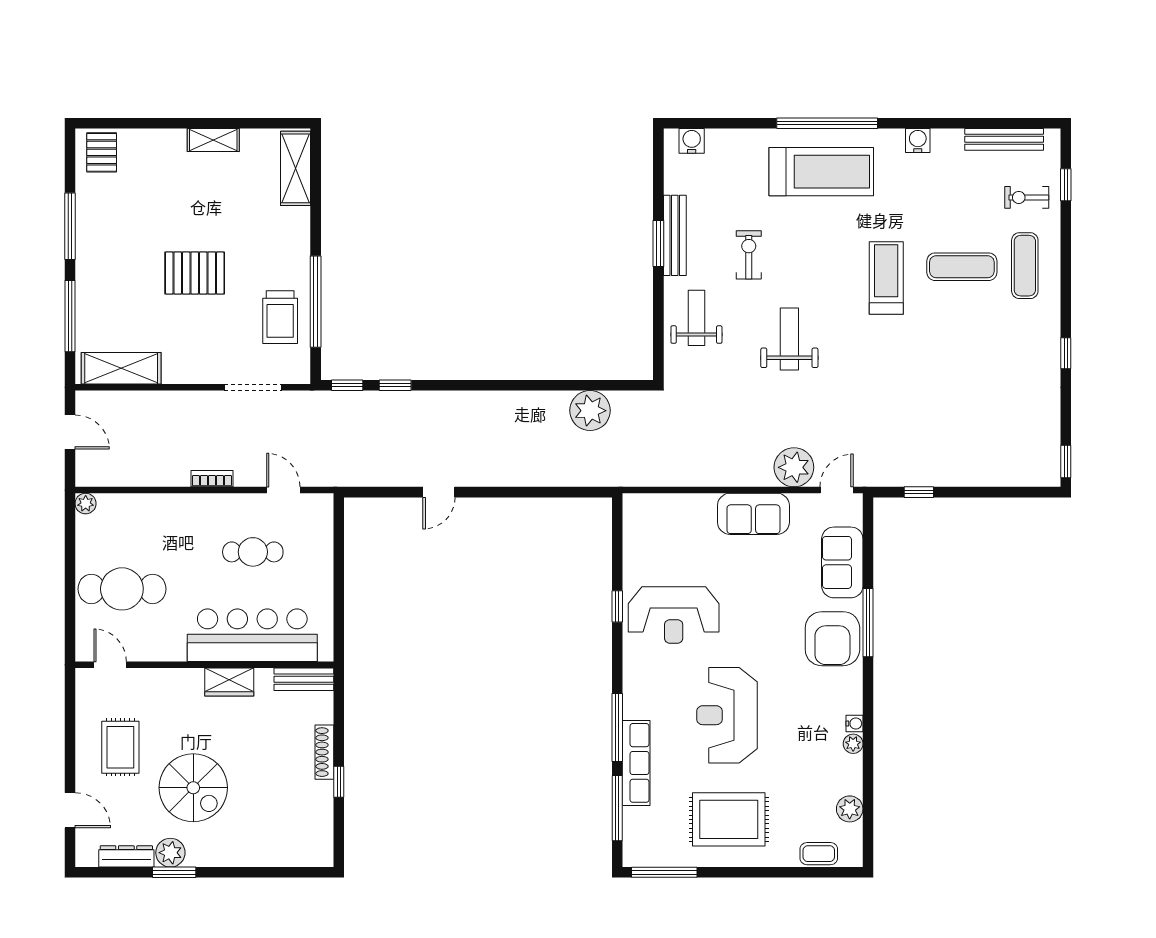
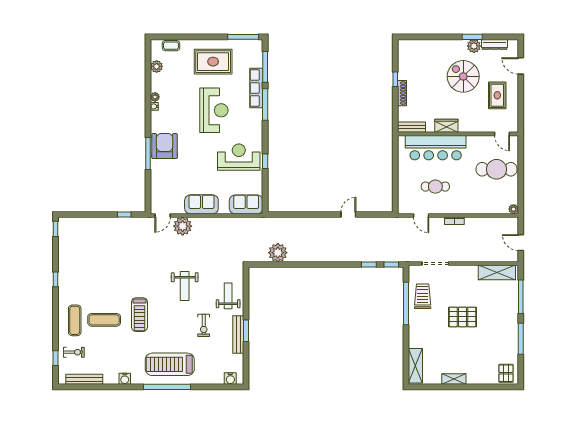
weight bench: (696, 318) -> (228, 296), turned 180
sofa: (842, 562) -> (246, 204), moved, turned -90

